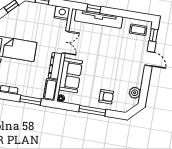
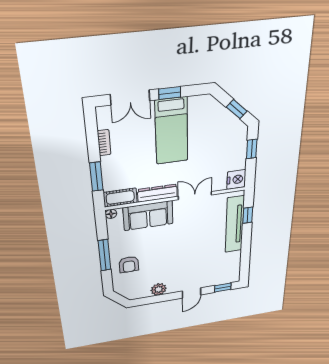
coffee table: (138, 30) -> (227, 271), removed
double door: (65, 42) -> (195, 196), swing flipped
plant: (135, 93) -> (159, 289), moved

